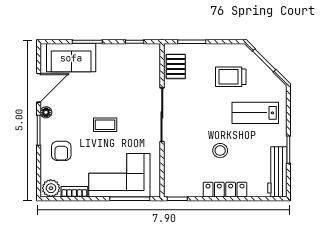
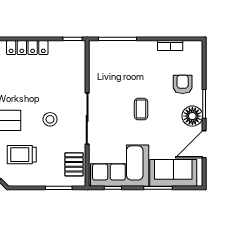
trolley: (231, 77) -> (22, 155), turned 180
floor lamp: (46, 112) -> (192, 116), width x1.89, depth x1.89
coffee table: (105, 125) -> (141, 109), turned 90
stool: (220, 151) -> (50, 119), moved
corner sofa: (119, 175) -> (120, 166), moved, turned 180
plant: (51, 188) -> (192, 49), removed

